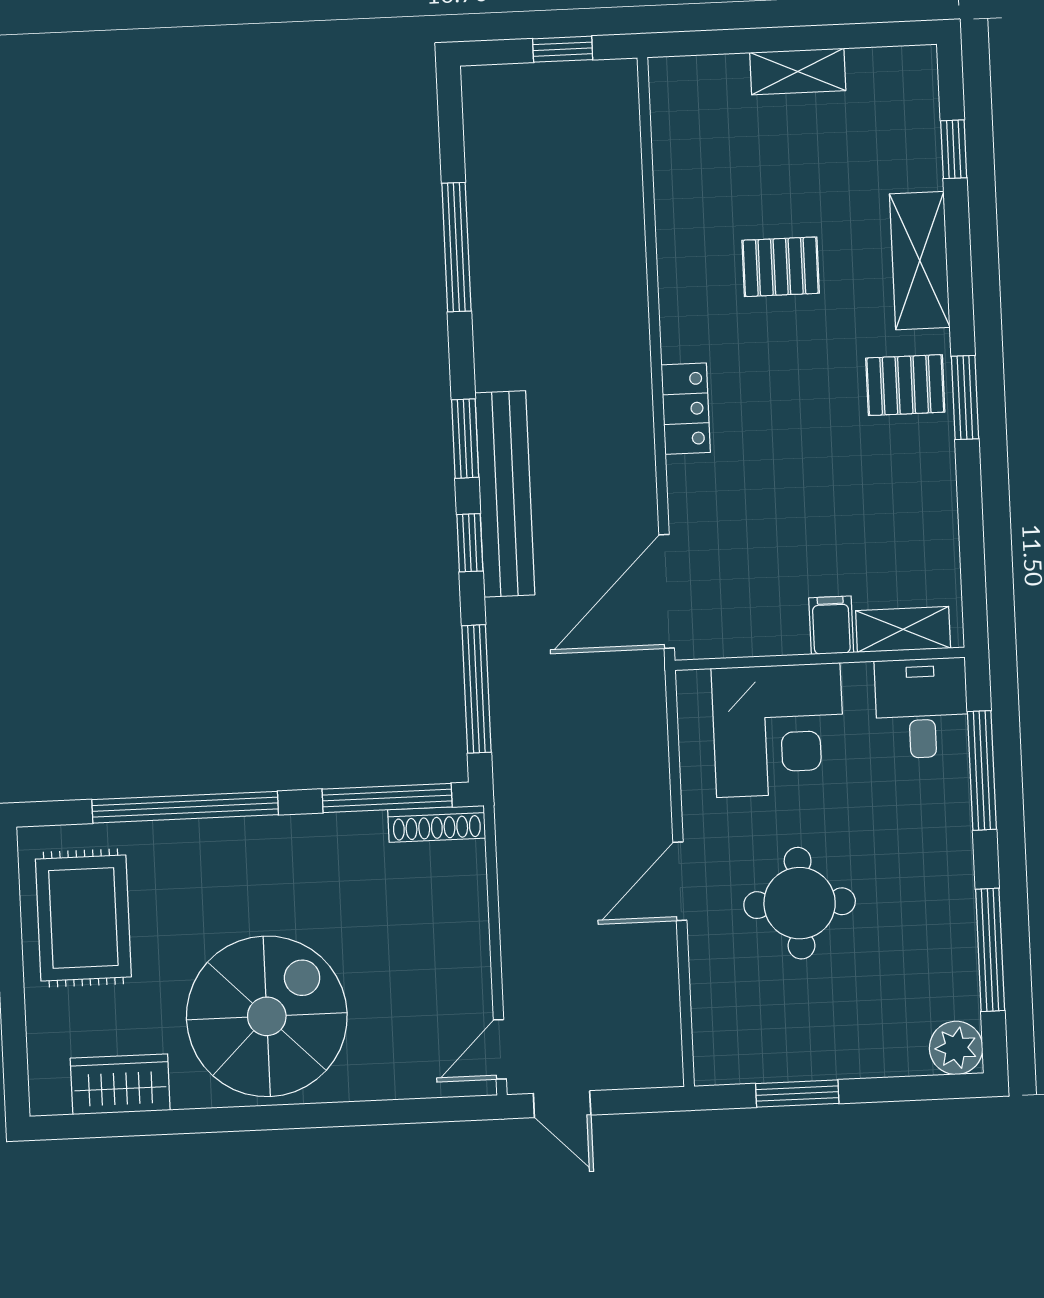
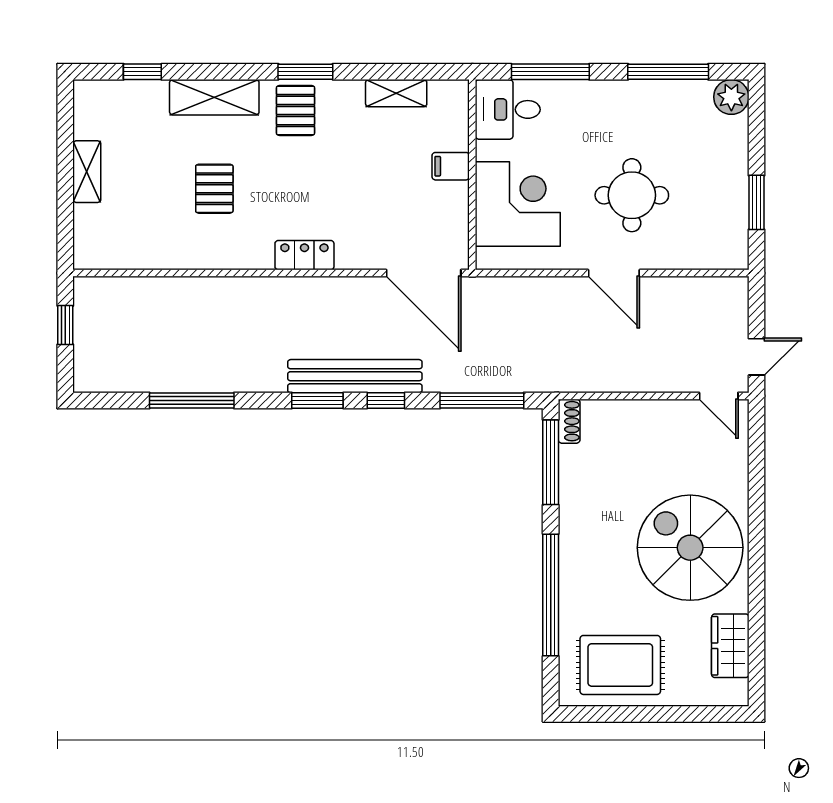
shelving: (903, 629) -> (396, 93), moved, turned 90
shoe rack: (437, 824) -> (569, 421), width x0.70

